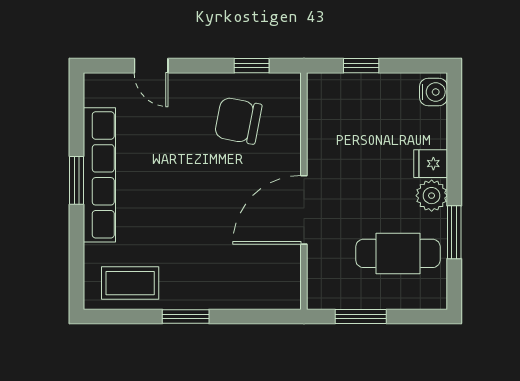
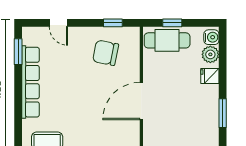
window: (77, 180) -> (18, 52), moved
plant: (432, 196) -> (210, 54), moved
cafe table: (398, 253) -> (167, 40), moved

